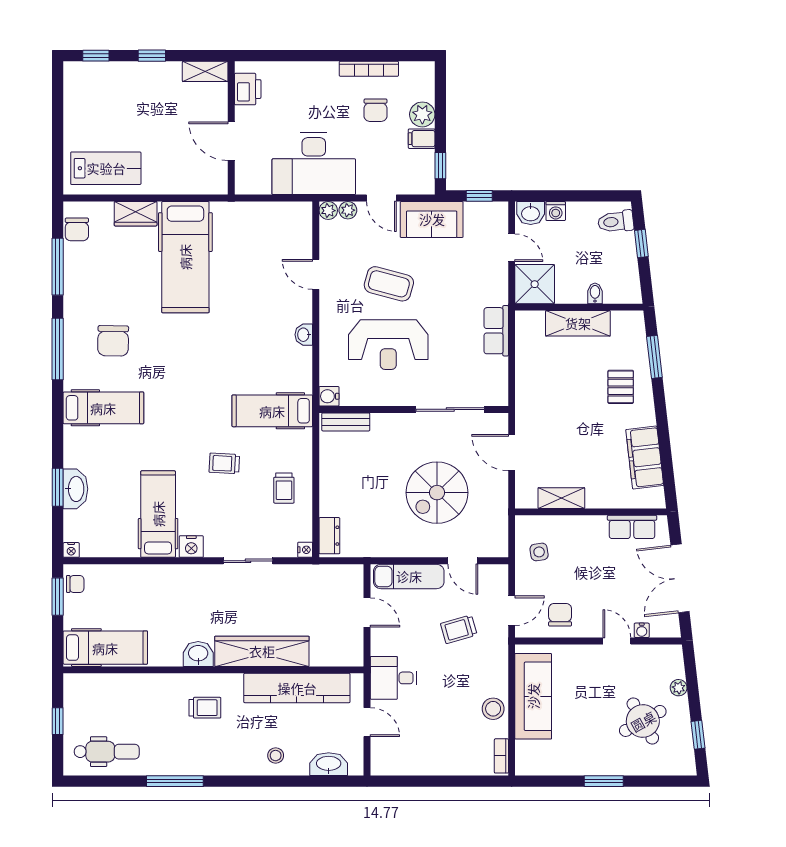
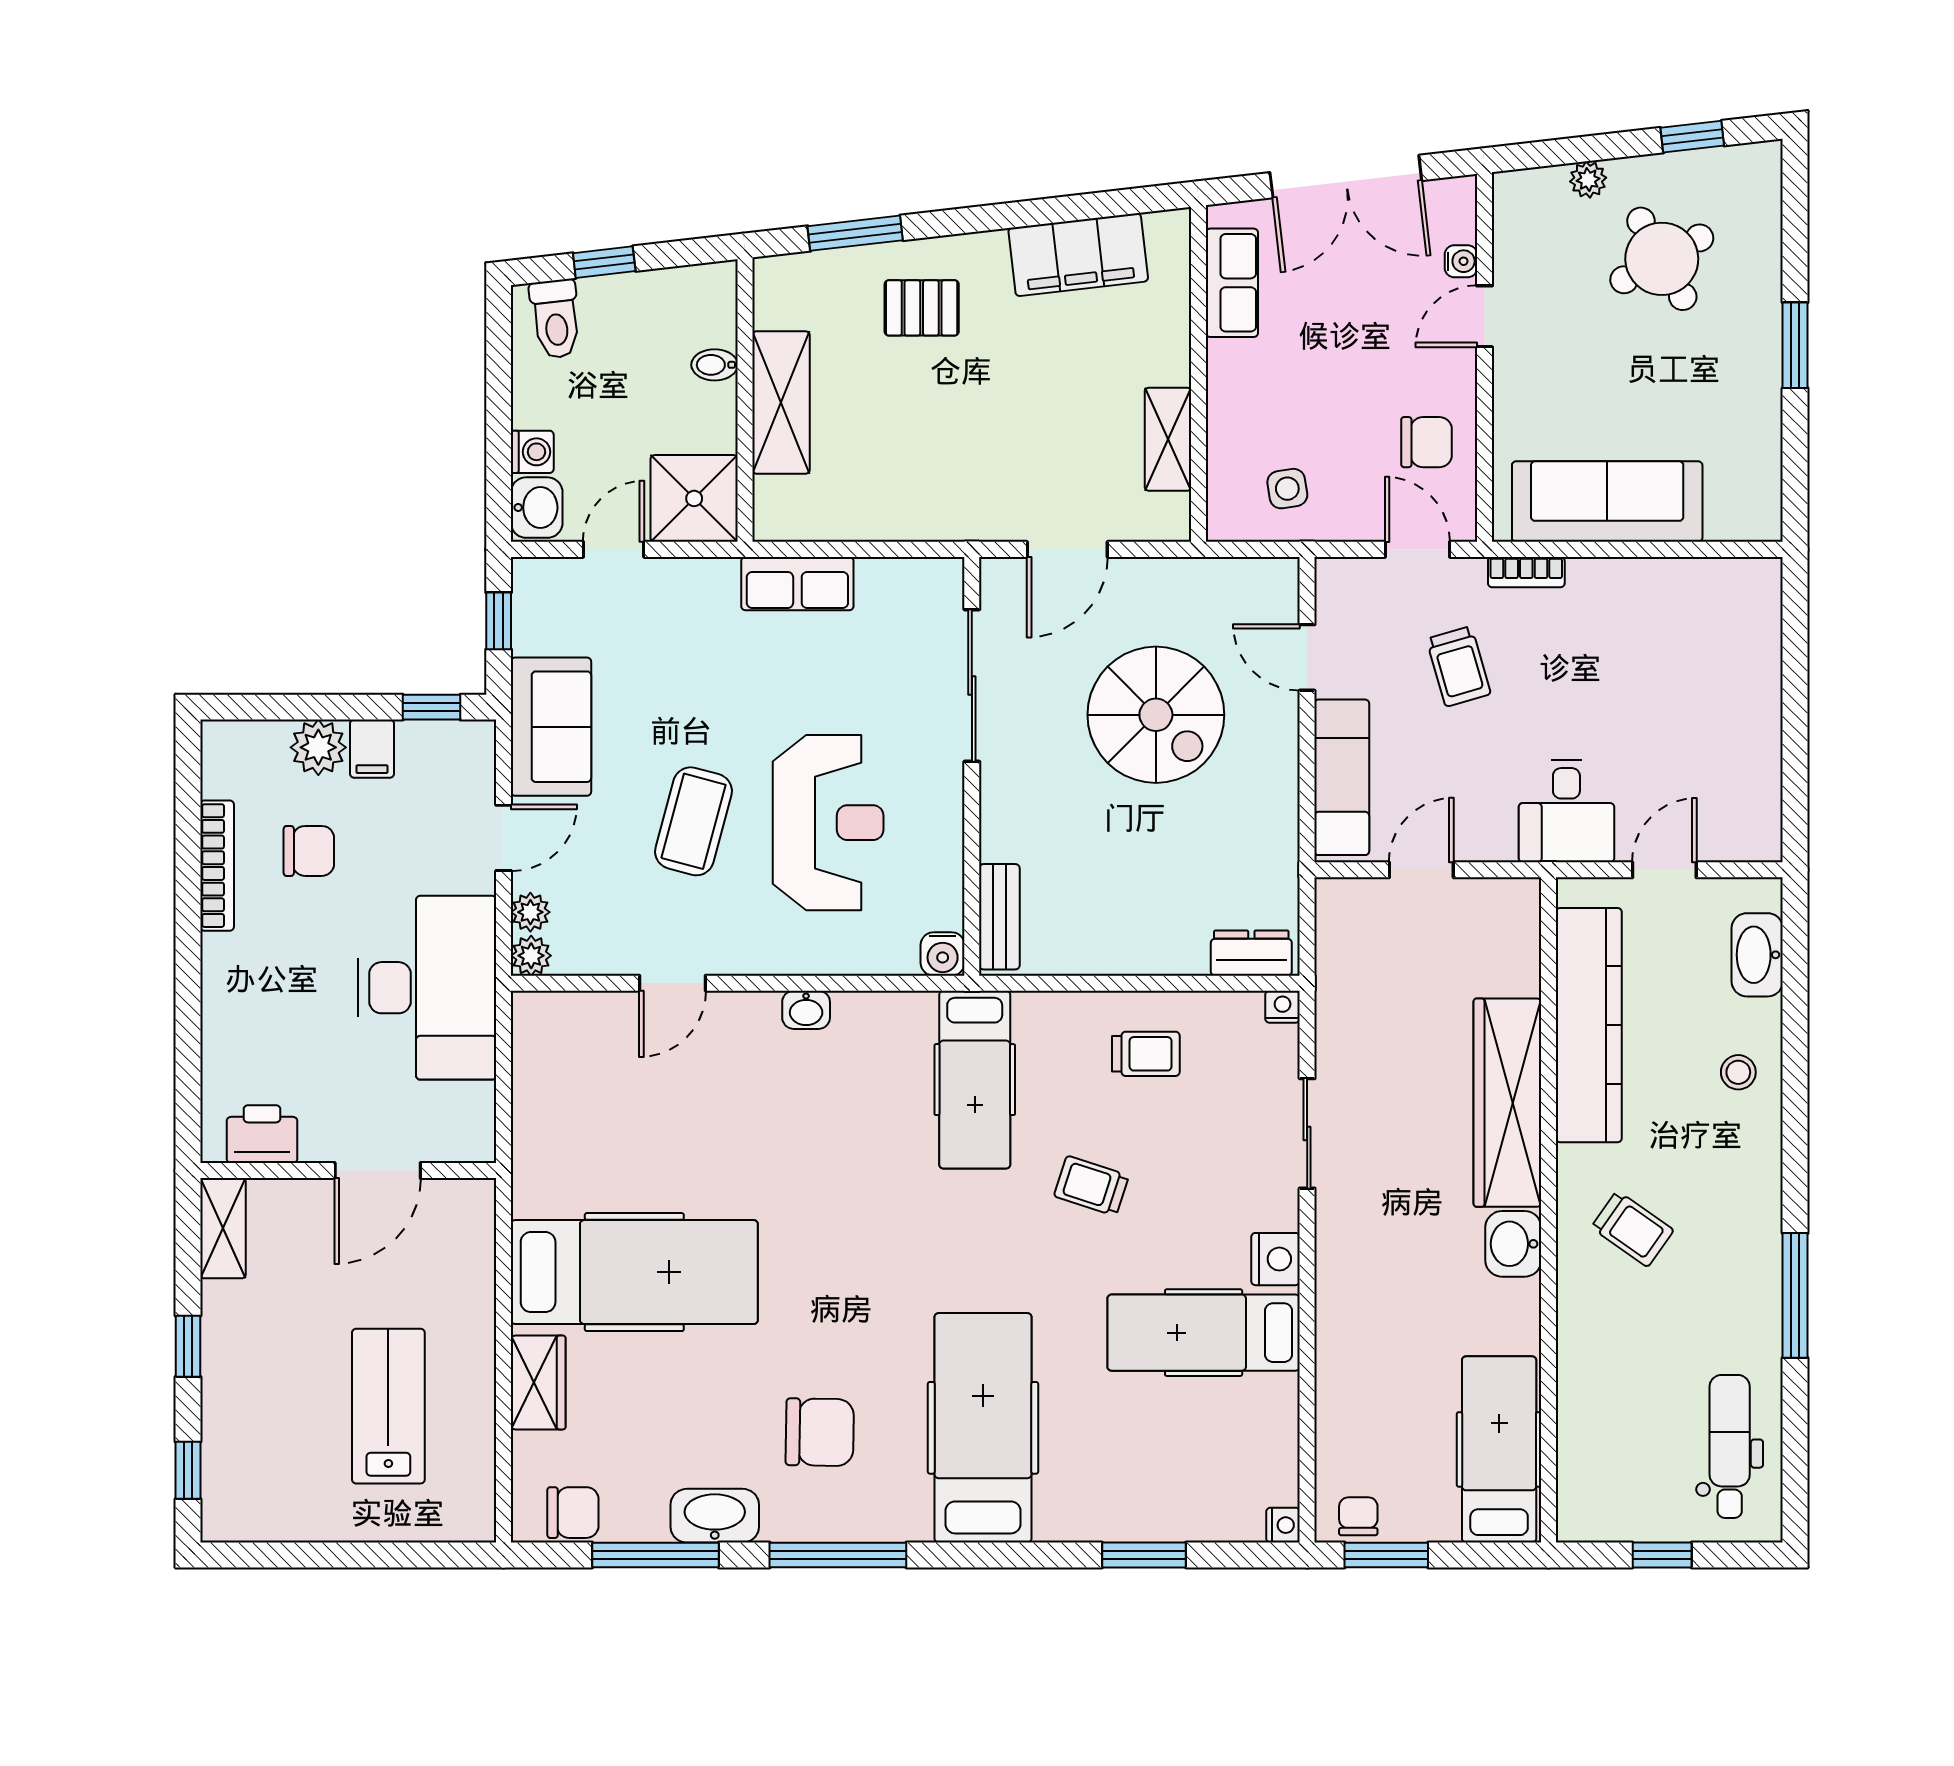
lab bench: (106, 168) -> (388, 1406), moved
hospital bed: (103, 408) -> (983, 1428), width x1.37, depth x1.29
trolley: (224, 463) -> (1091, 1186), turned 105
washbasin: (75, 489) -> (715, 1516), moved
door: (463, 561) -> (1307, 657), swing flipped
chair: (560, 615) -> (1427, 442), turned 180
trolley: (205, 708) -> (1632, 1229), turned 125
stool: (493, 709) -> (1635, 590), removed
bookcase: (501, 756) -> (1526, 572), moved

